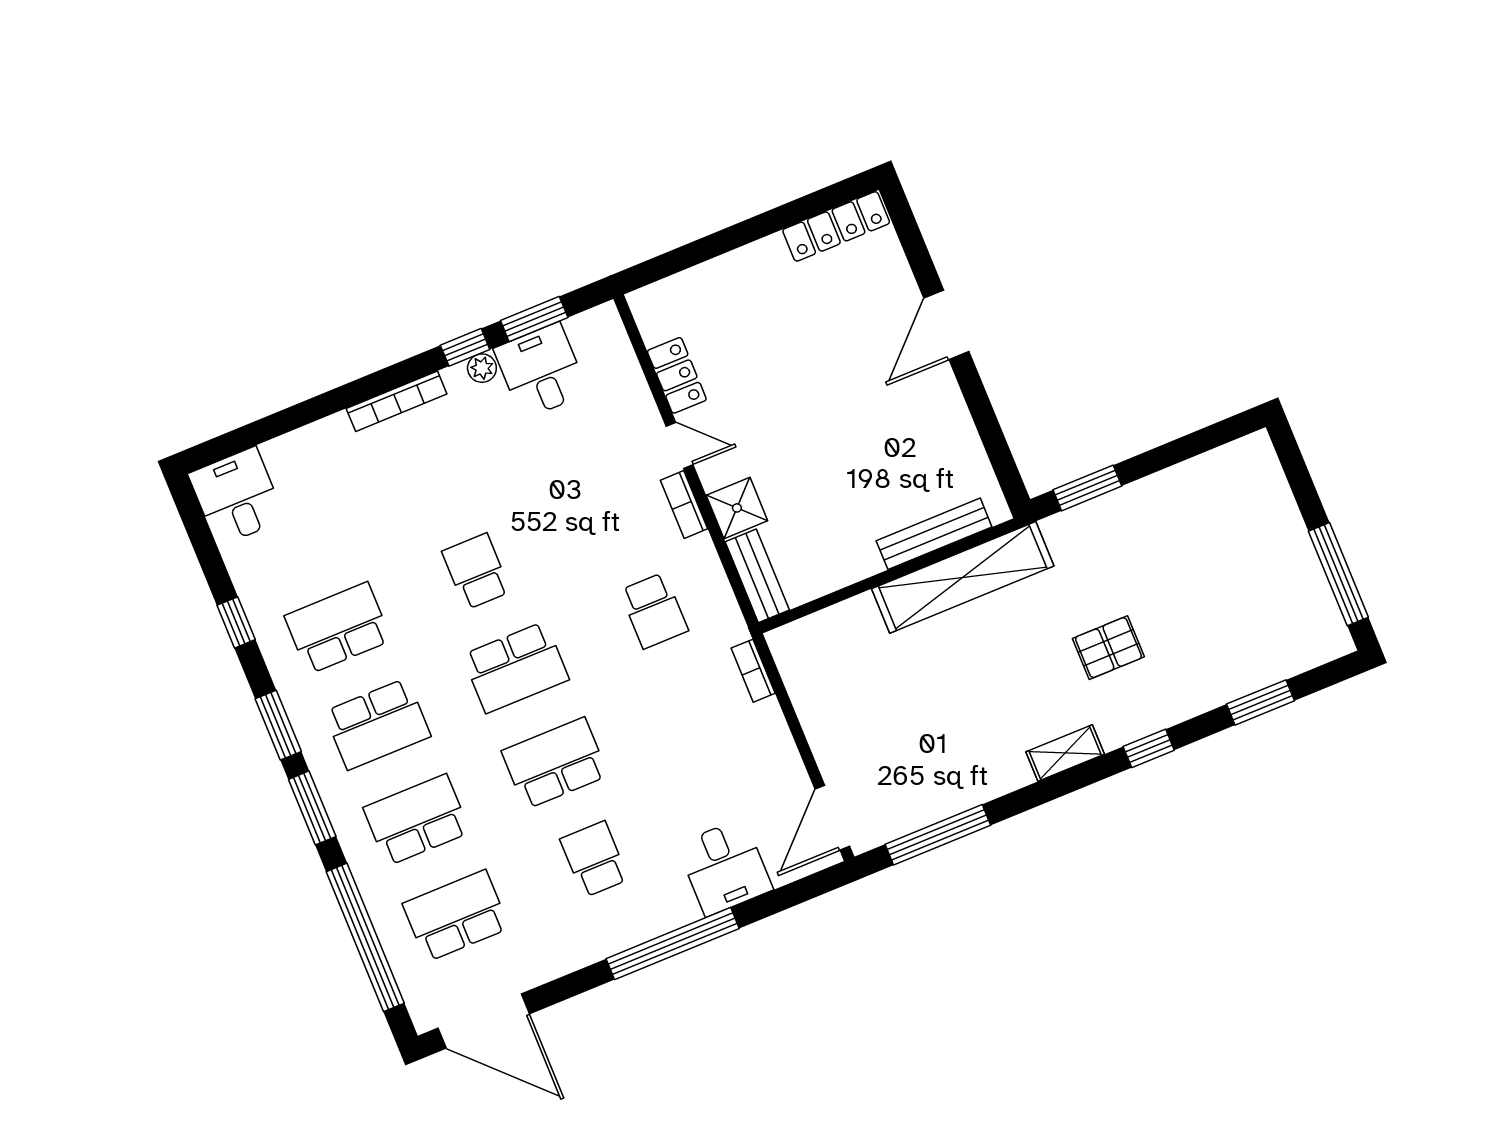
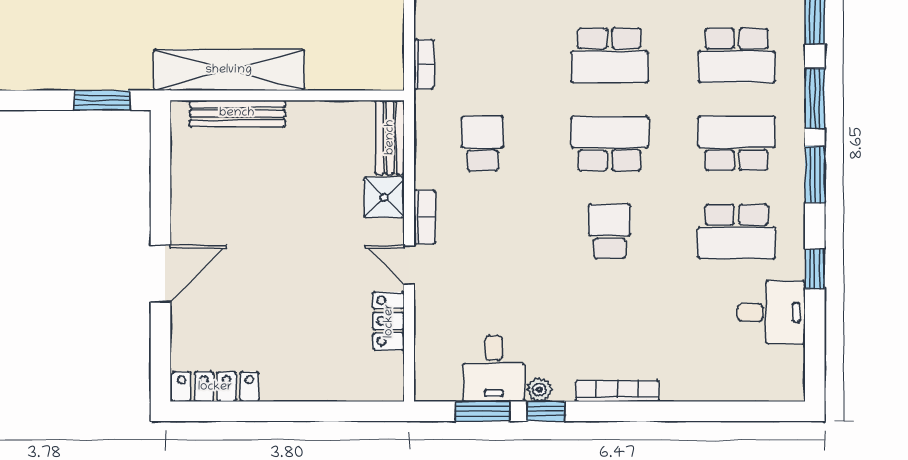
desk: (237, 496) -> (771, 312), moved, turned -90
school desk: (476, 571) -> (610, 232), turned 180

